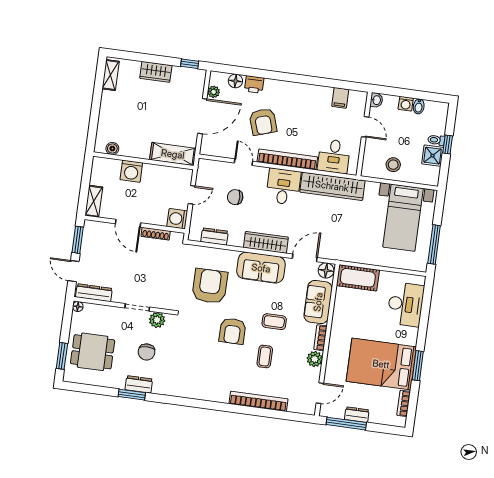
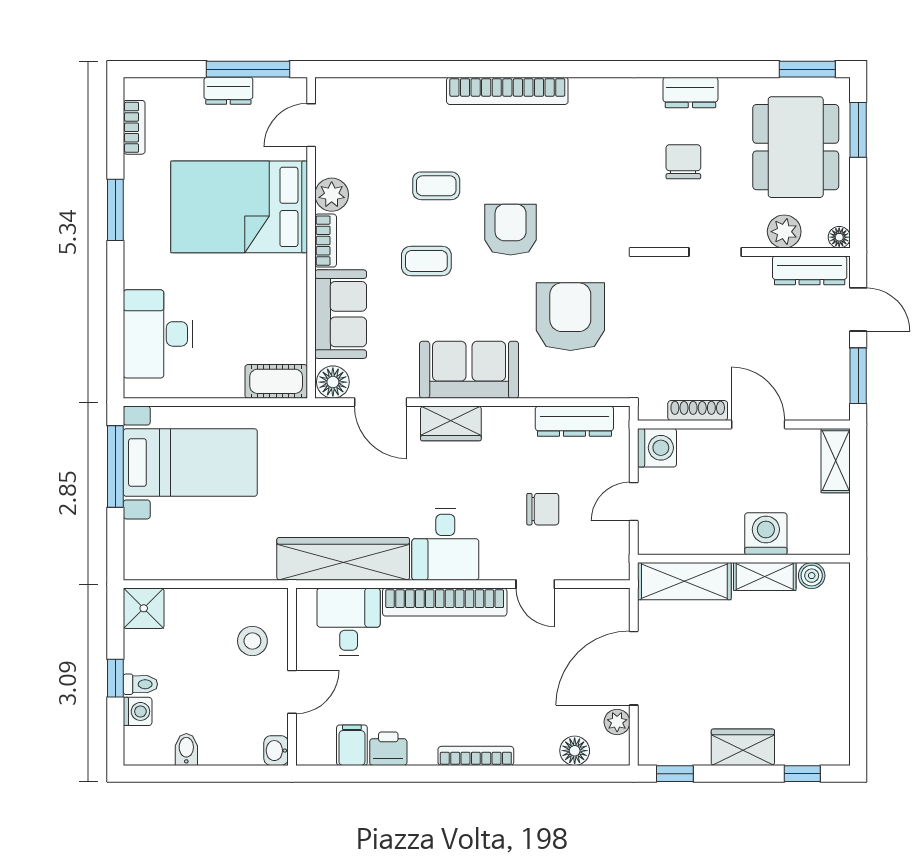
window: (129, 56) -> (802, 774), added
shelving: (111, 75) -> (765, 576), moved, turned 90
printer: (254, 84) -> (388, 749), moved
bookcase: (282, 85) -> (476, 756), added
washing machine: (406, 104) -> (138, 711), moved, turned 90
armchair: (263, 122) -> (506, 674), removed
door: (365, 127) -> (292, 692), swing flipped
shower: (433, 156) -> (144, 608), moved
stool: (393, 165) -> (252, 641), moved
bed with nightstands: (403, 218) -> (190, 463), moved, turned 90
dresser: (215, 237) -> (574, 421), width x1.44
wardrobe: (266, 242) -> (451, 423), width x0.67
door: (305, 258) -> (381, 402), hinge flipped
cot: (358, 278) -> (276, 381), width x0.73, depth x0.75
armchair: (210, 286) -> (570, 317), turned 180
plant: (157, 320) -> (784, 232), moved
dining table: (93, 352) -> (796, 147), width x1.38
coffee table: (265, 356) -> (436, 186), turned 90
bed: (381, 364) -> (239, 207), moved, turned 180
window: (132, 395) -> (807, 69), moved
bookcase: (258, 401) -> (507, 91), moved

